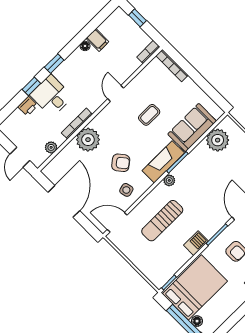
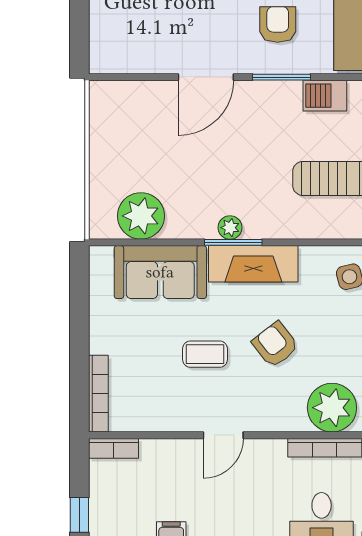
armchair: (121, 163) -> (275, 345), moved
plant: (169, 180) -> (230, 228), moved

